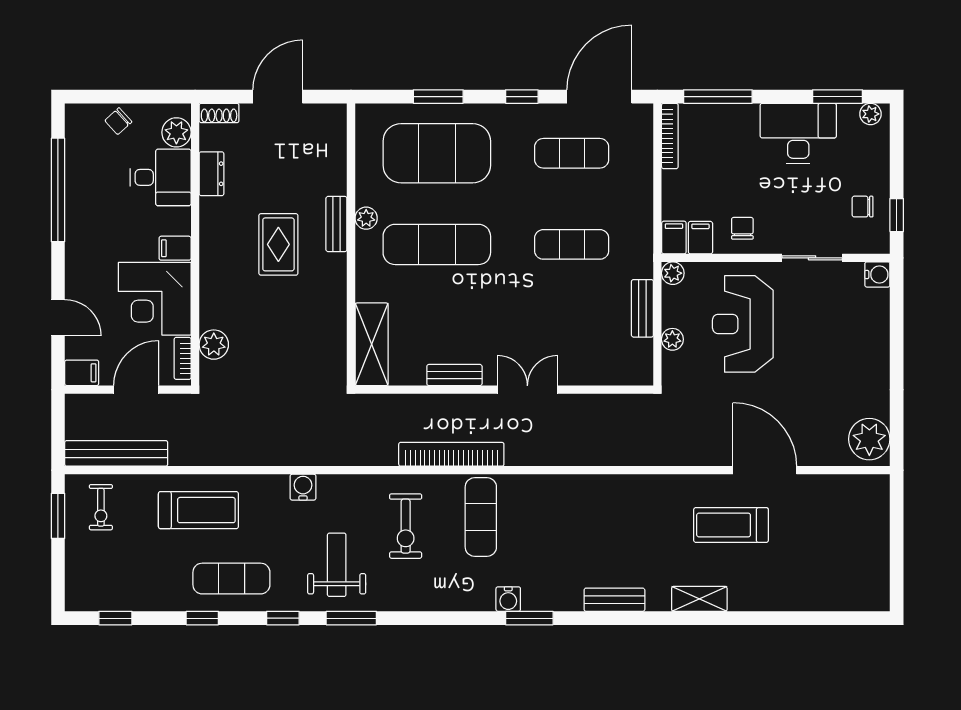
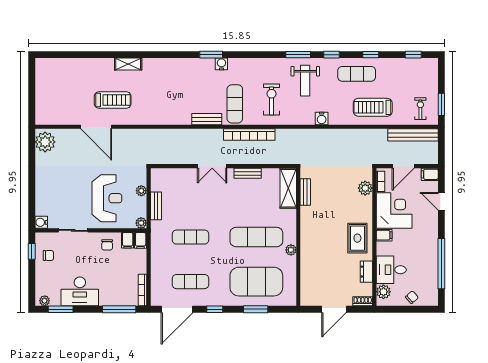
bench: (336, 224) -> (305, 192), moved
rug: (278, 244) -> (357, 238), moved
bench: (614, 600) -> (207, 119), moved

